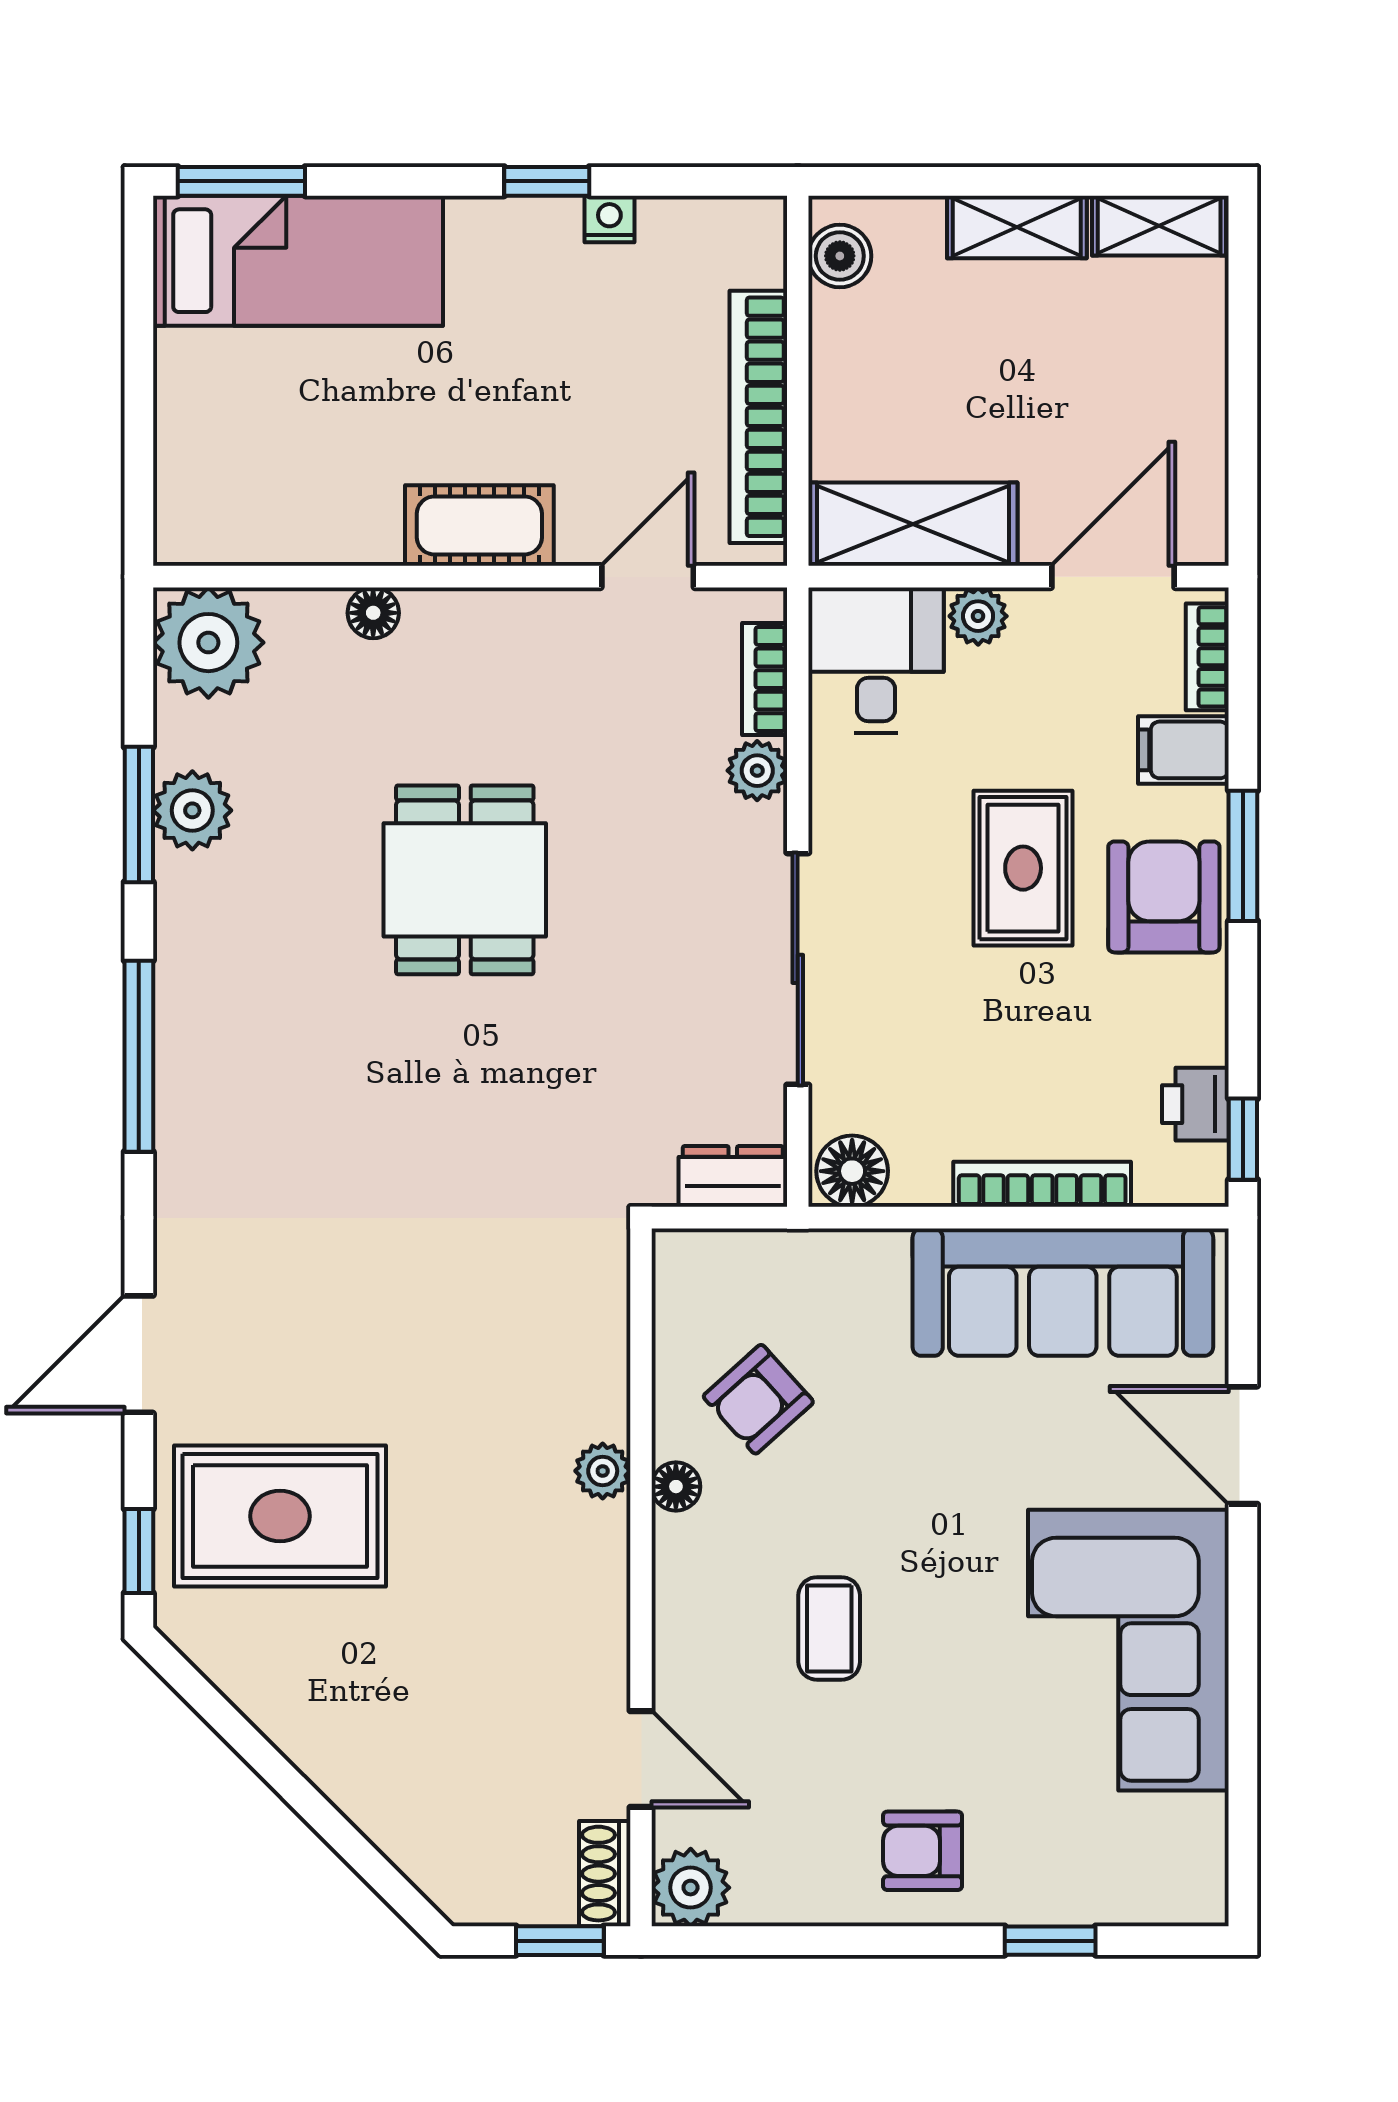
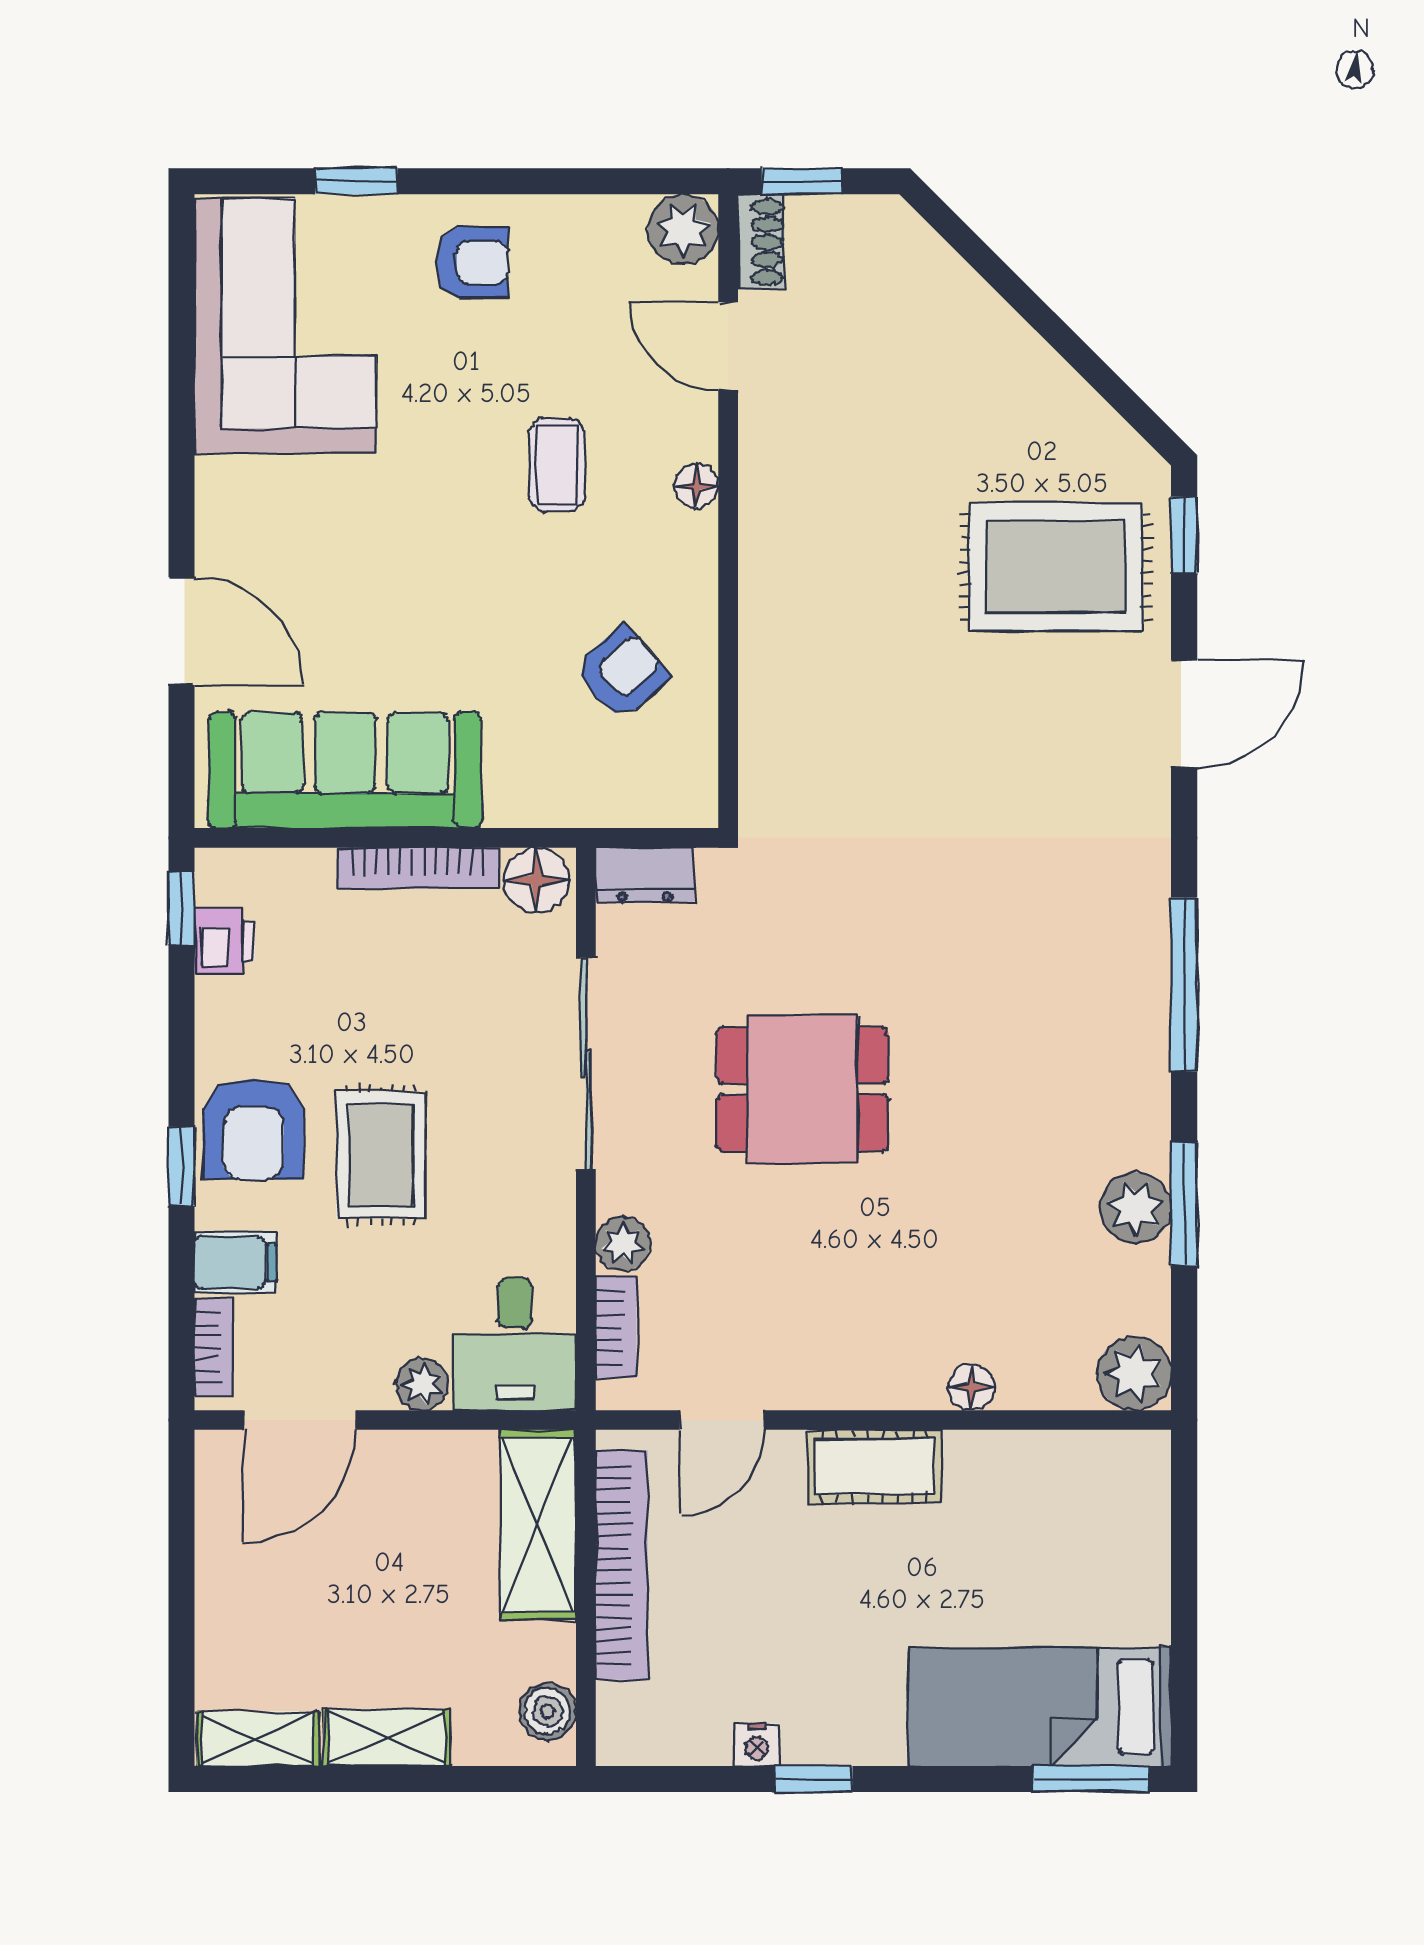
shelving: (913, 524) -> (538, 1525), moved, turned 90
plant: (208, 643) -> (1134, 1373), width x0.73, depth x0.73
window: (1243, 856) -> (181, 1166), width x0.67
dining table: (465, 880) -> (802, 1089), moved, turned 90
bookcase: (1042, 1184) -> (418, 868), moved
plant: (603, 1471) -> (763, 608), removed
floor lamp: (676, 1487) -> (696, 486), moved
corner sofa: (1128, 1650) -> (285, 326), moved

